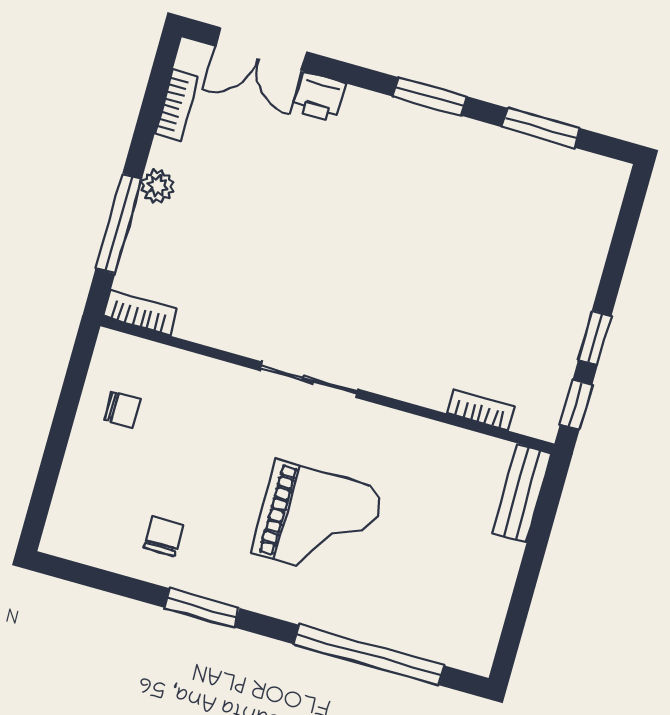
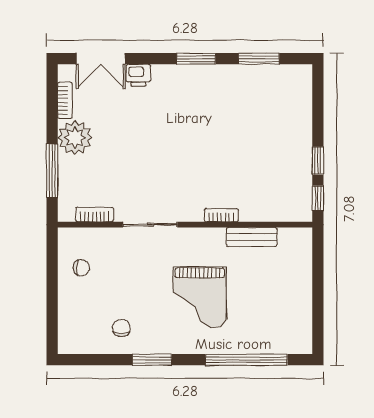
plant: (157, 186) -> (75, 138), width x1.87, depth x1.87
bookcase: (140, 313) -> (95, 215), moved
sliding door: (309, 380) -> (150, 225), moved
bookcase: (481, 410) -> (221, 215), moved
bench: (522, 493) -> (252, 237), moved, turned 90
grand piano: (317, 521) -> (200, 297), turned 90

